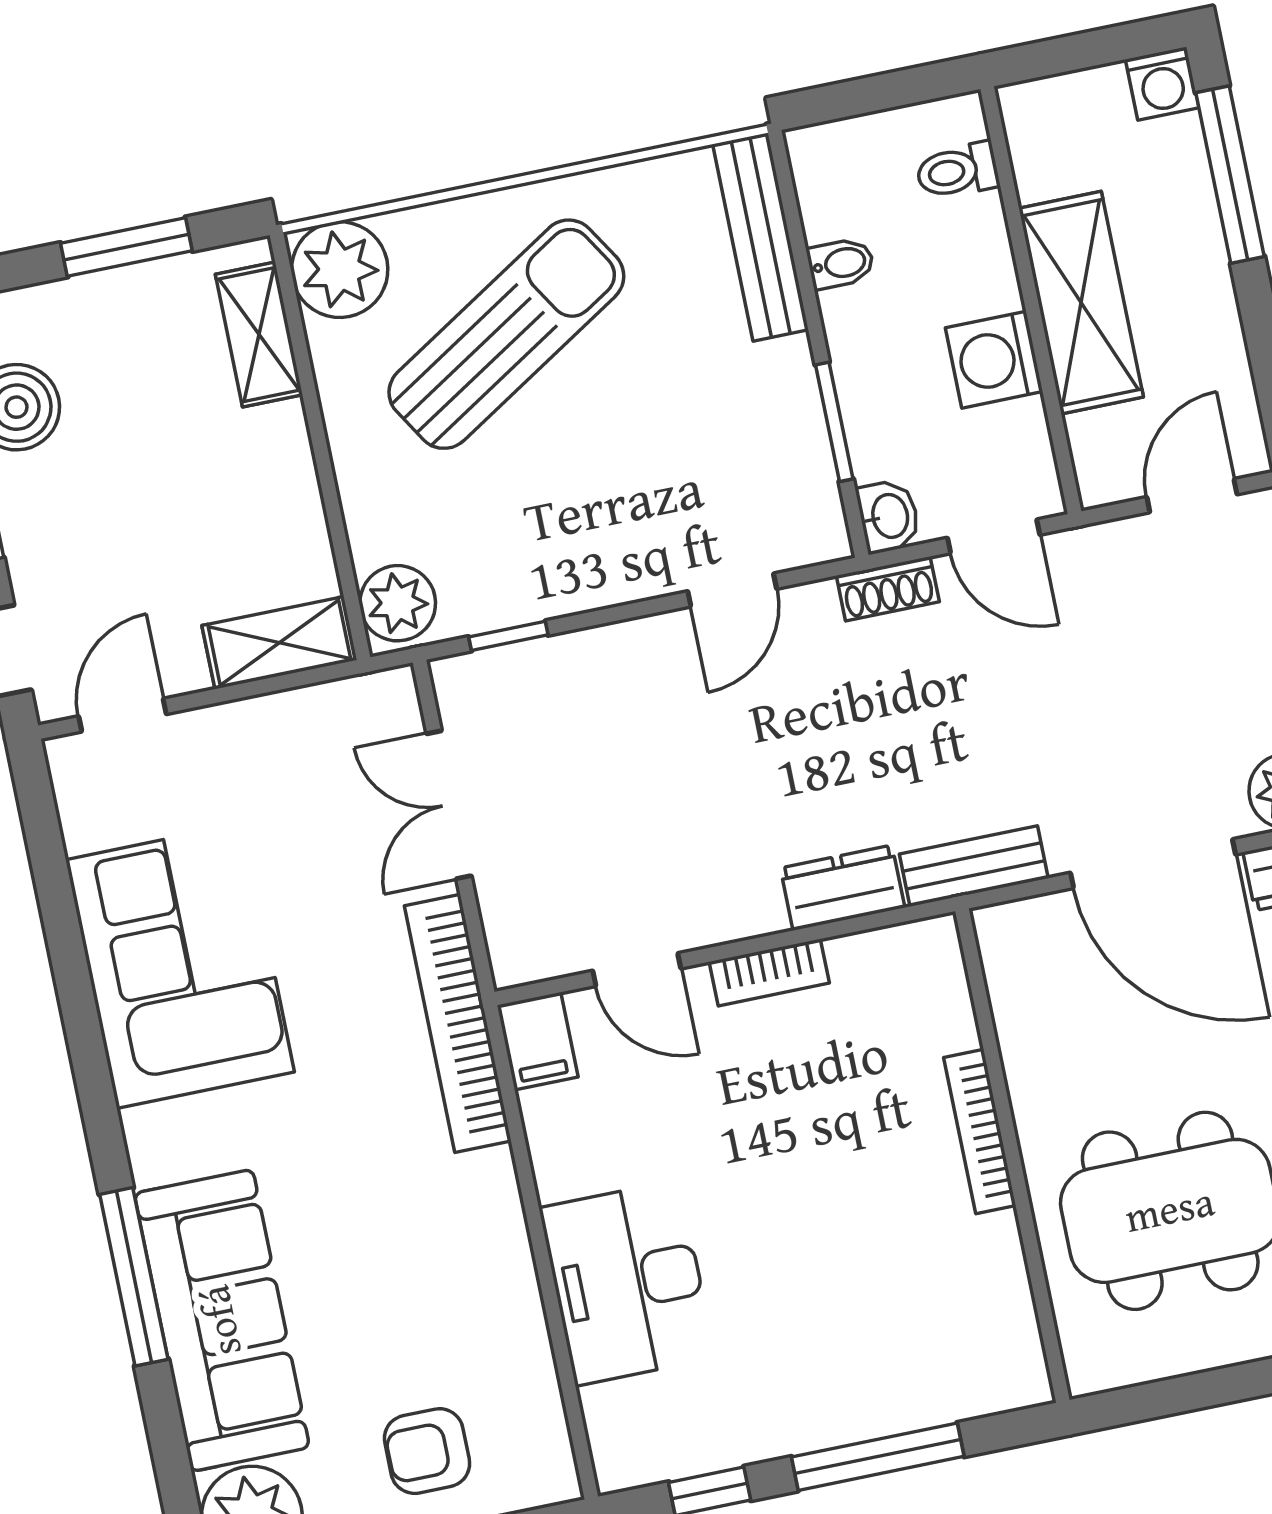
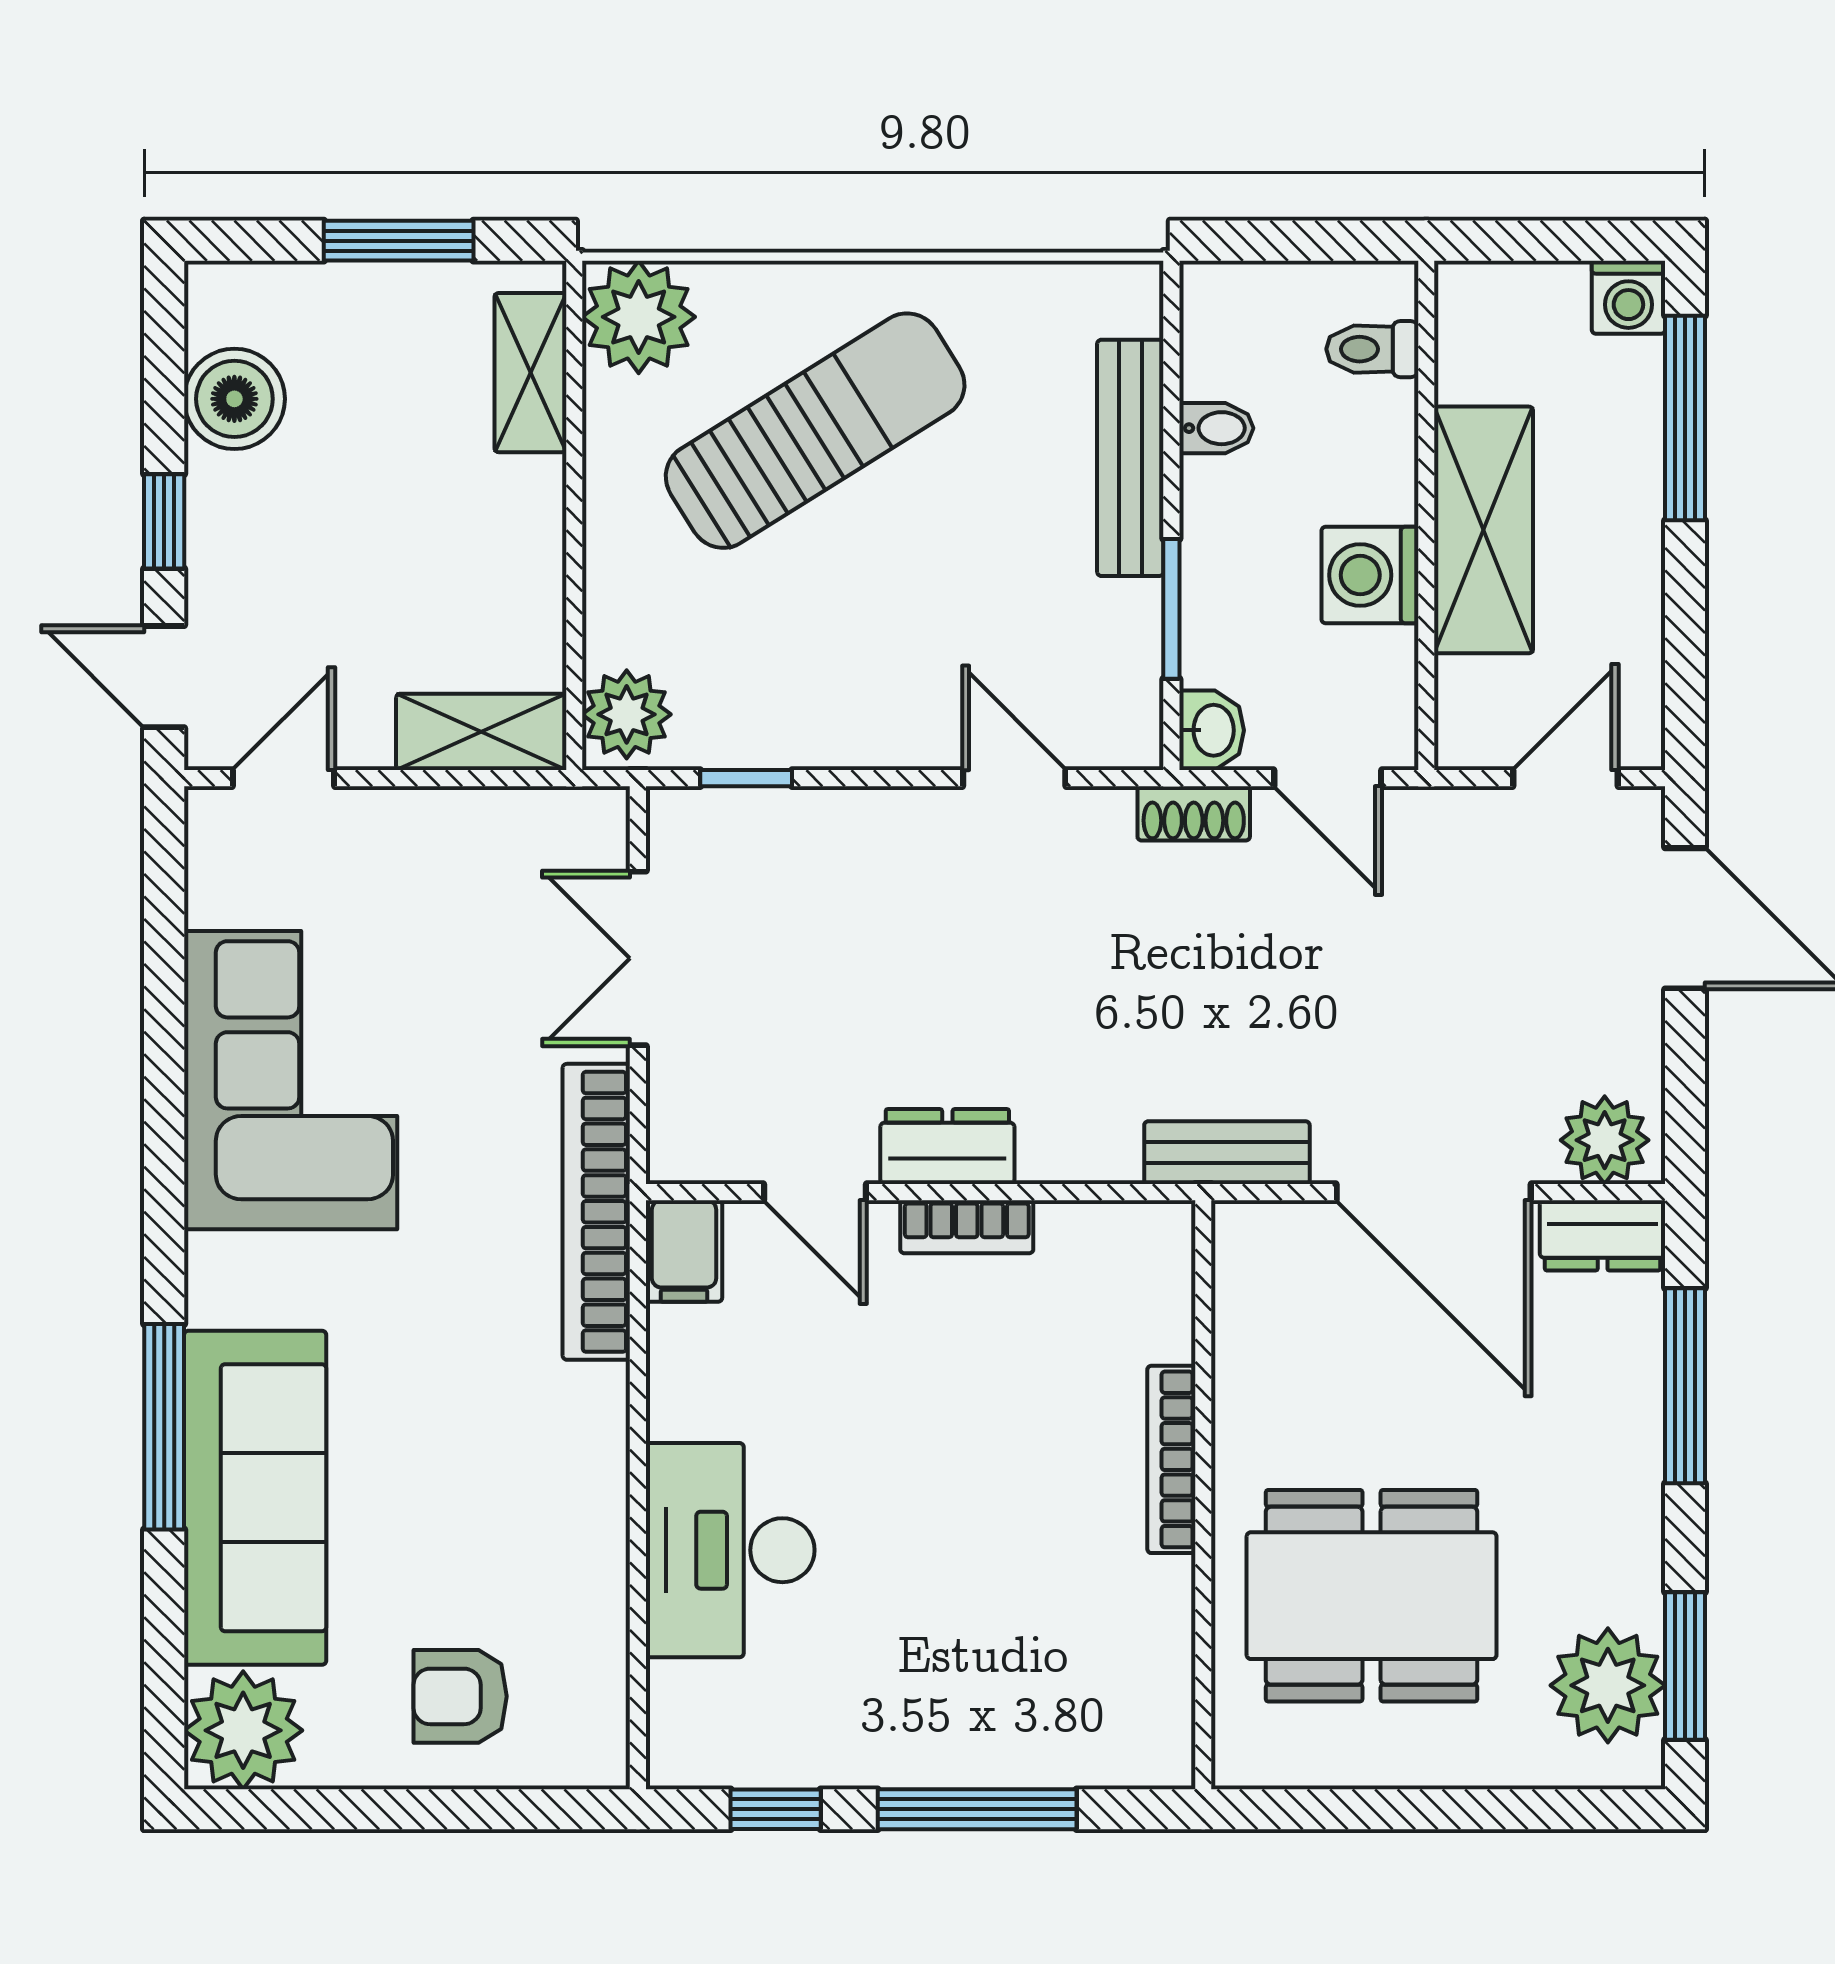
bench: (761, 237) -> (1130, 458), moved
door: (732, 590) -> (1014, 778), swing flipped
dresser: (843, 888) -> (947, 1147), moved

